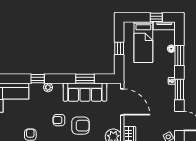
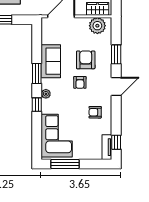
window: (85, 79) -> (37, 74), moved
sofa: (85, 92) -> (51, 61), width x0.73

